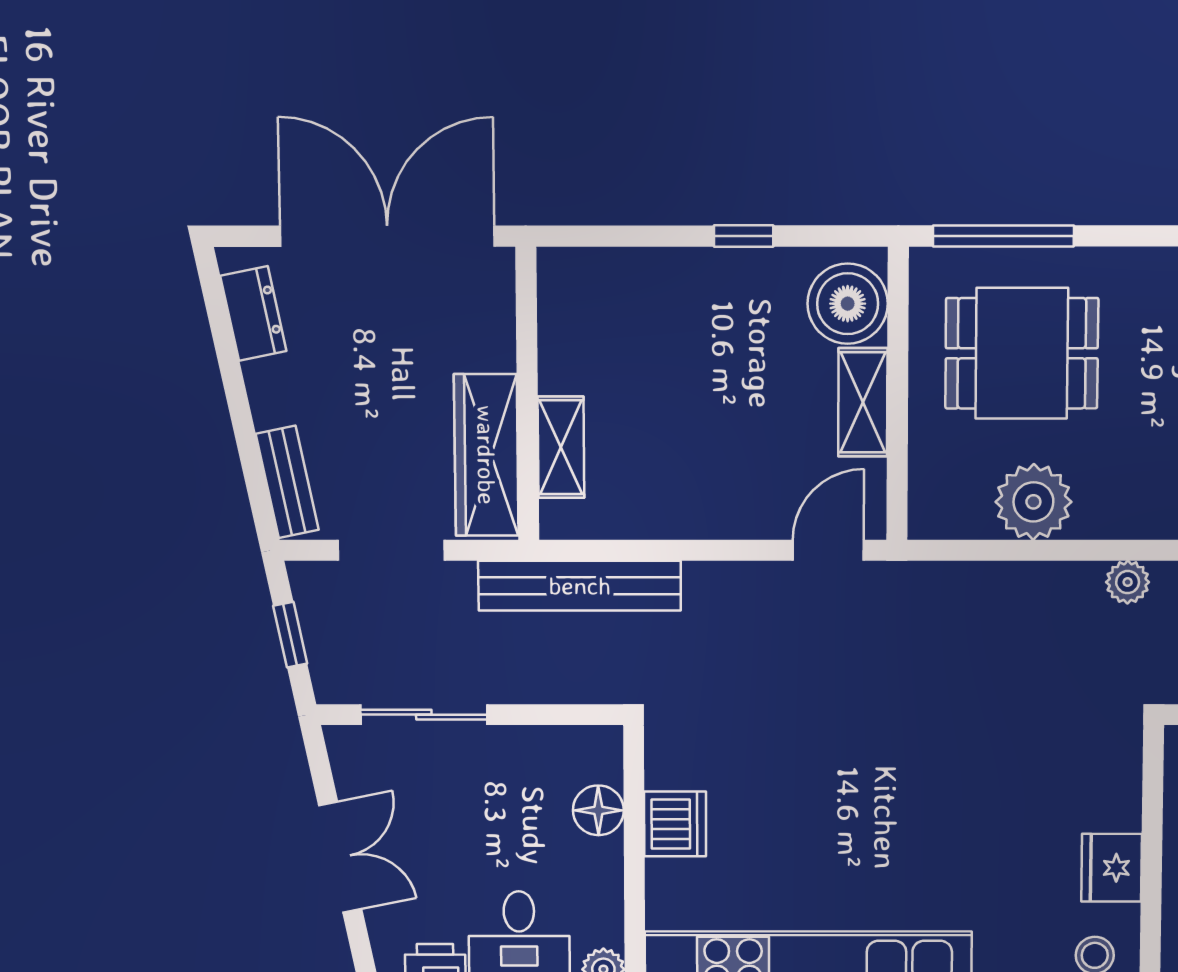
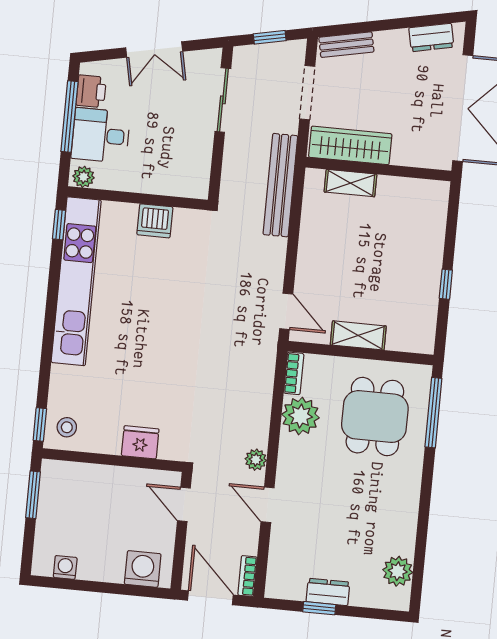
boiler: (848, 304) -> (408, 332), removed
bookcase: (950, 523) -> (294, 373), added
floor lamp: (598, 810) -> (166, 183), removed
fridge: (1112, 868) -> (140, 442), moved

